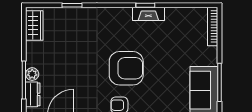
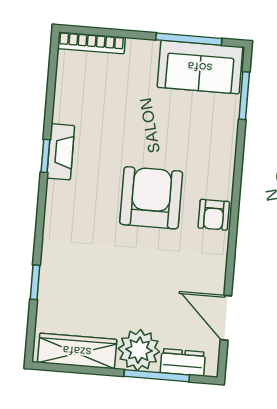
wardrobe: (34, 25) -> (77, 351), width x1.50
plant: (32, 74) -> (139, 350), width x1.88, depth x1.88

